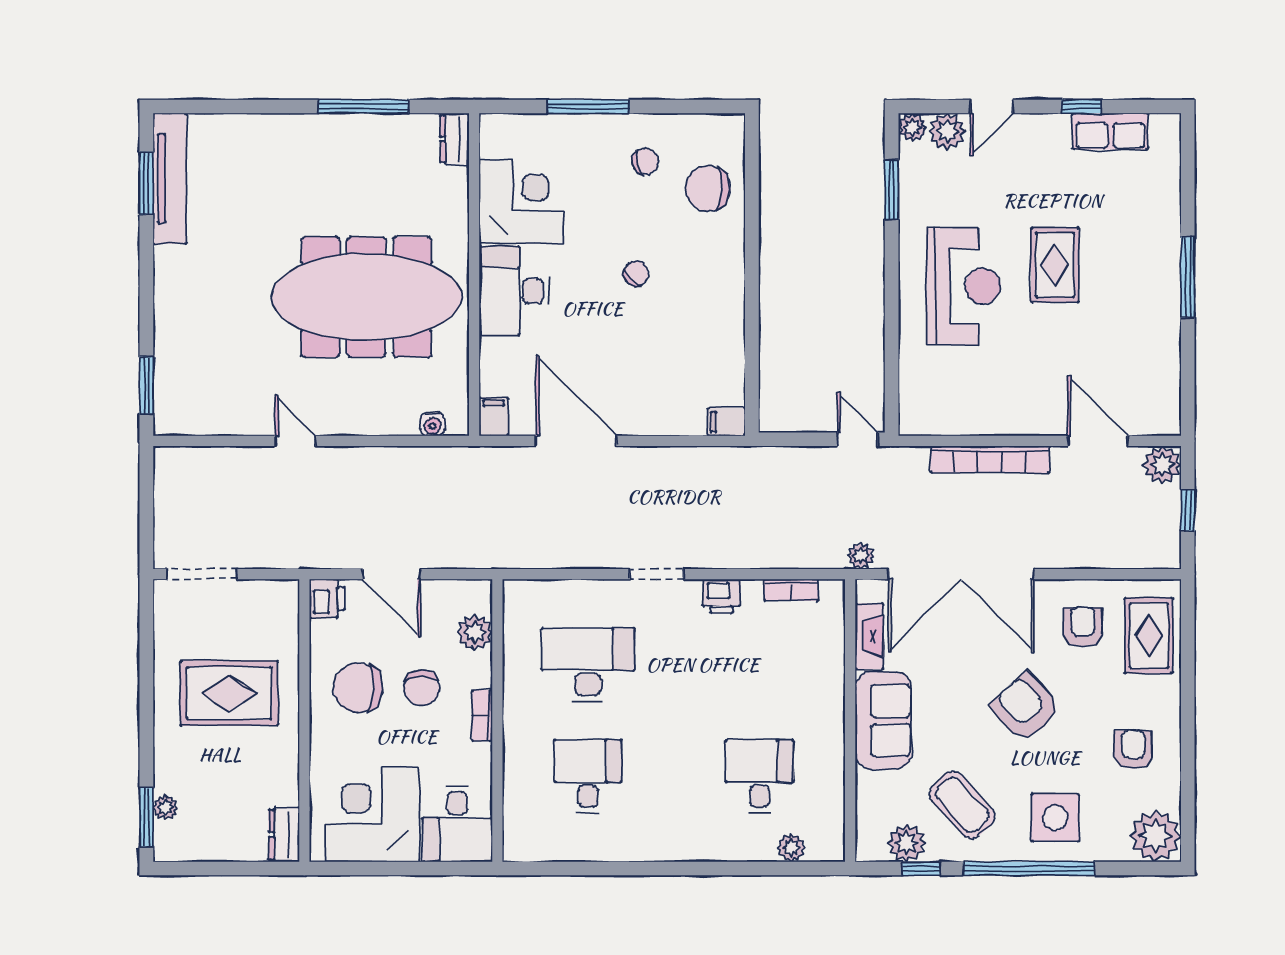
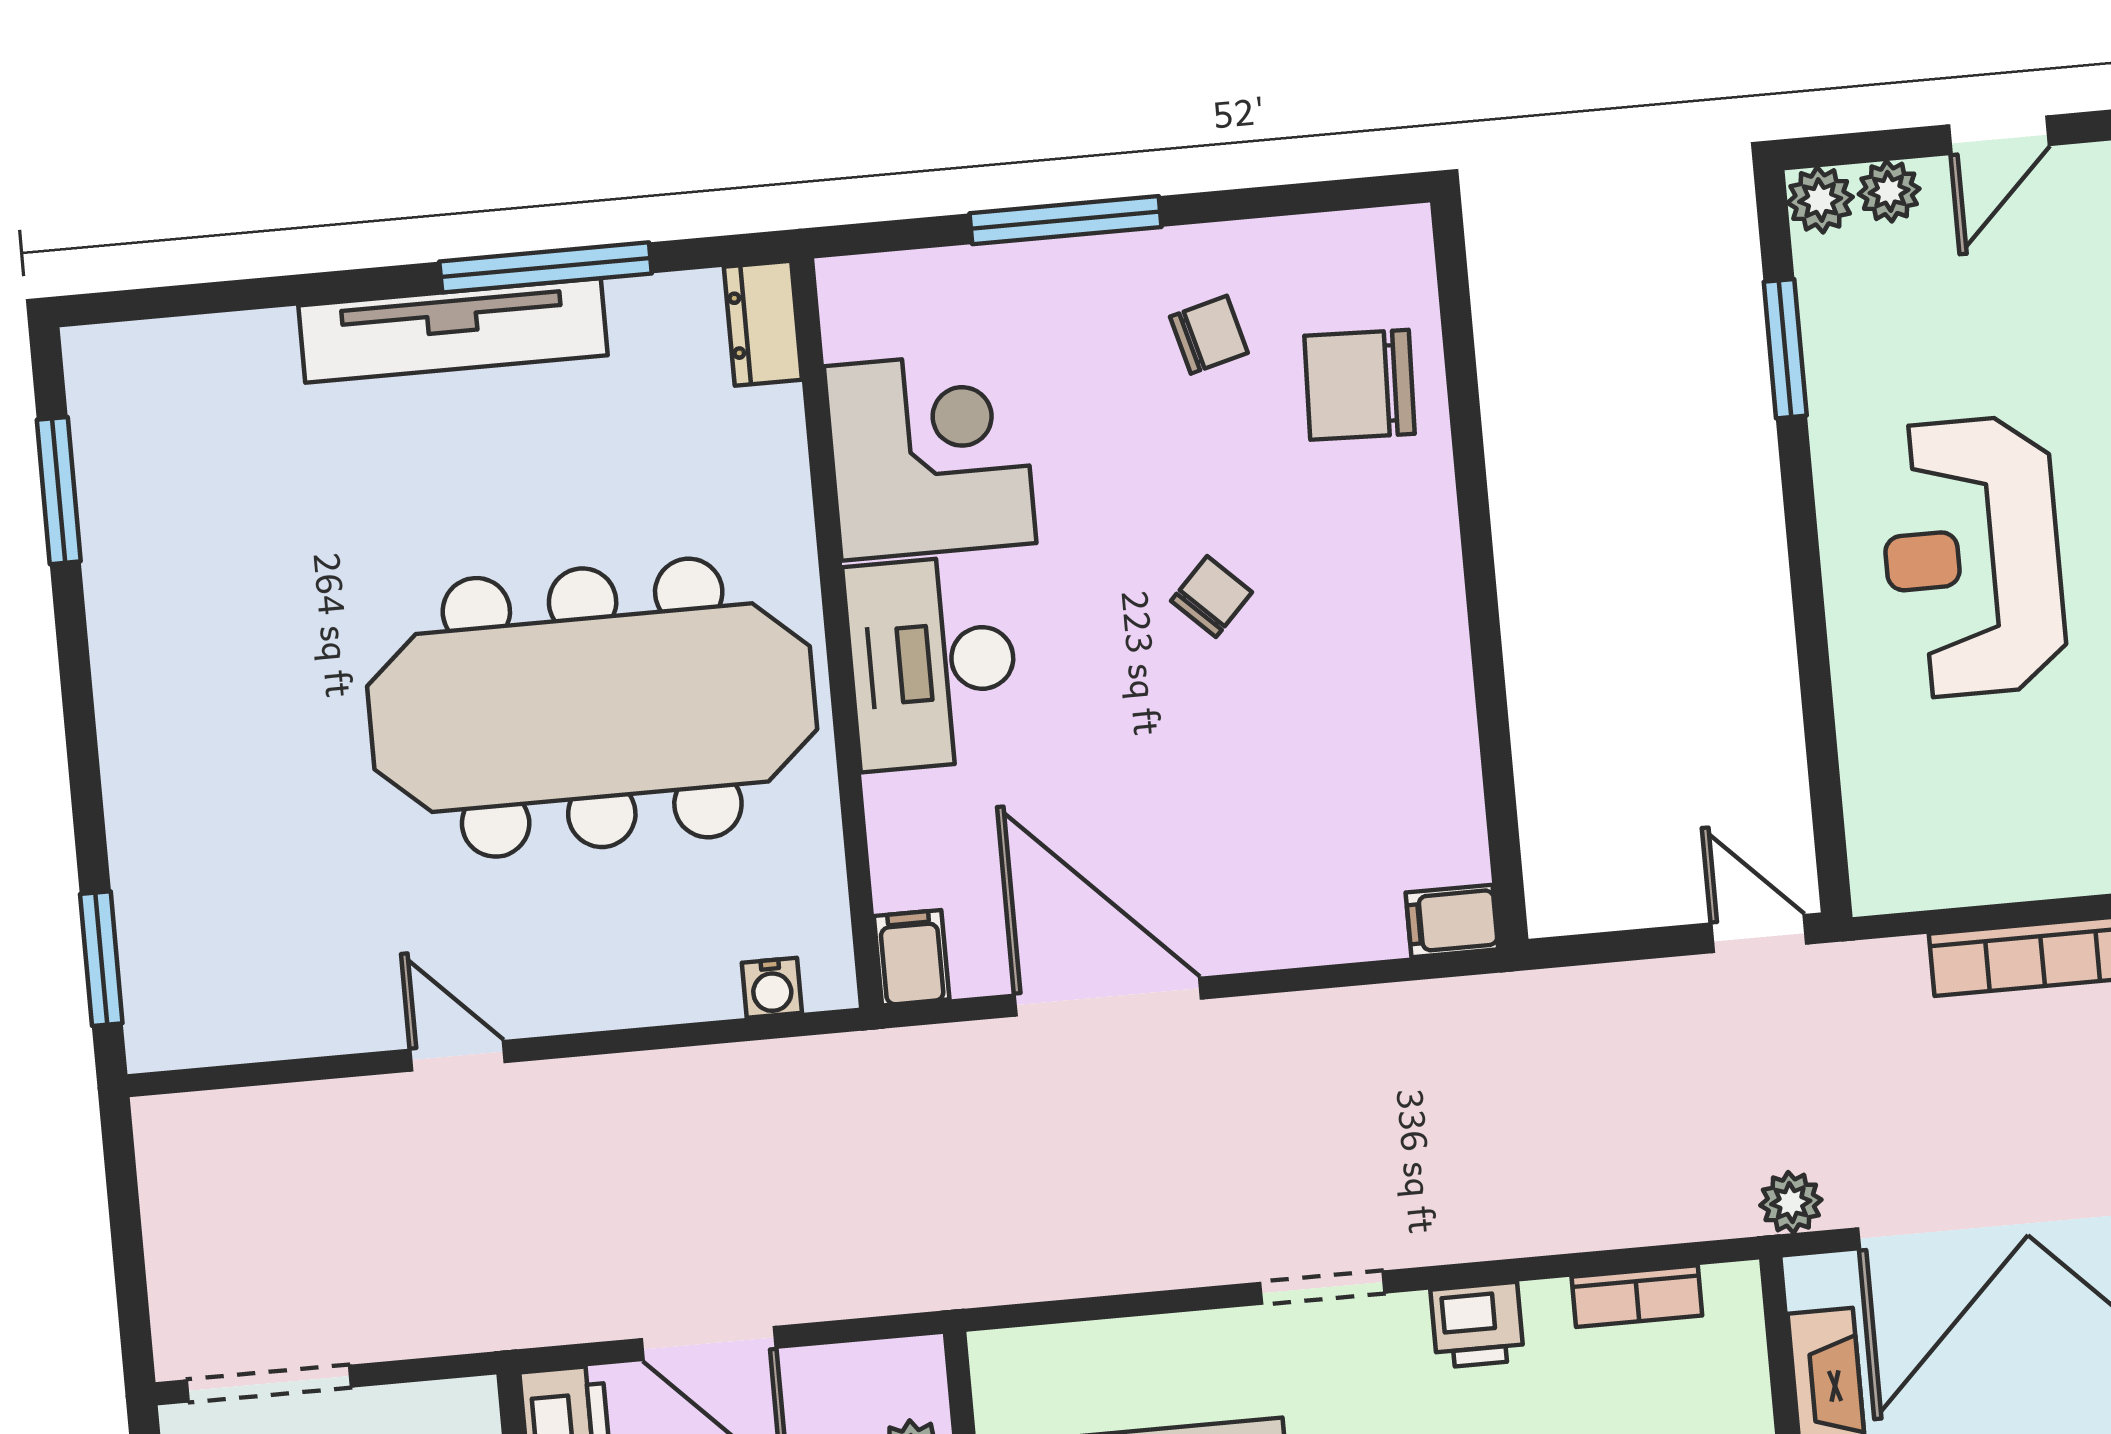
plant: (947, 131) -> (1889, 191), width x0.73, depth x0.73
tv unit: (170, 179) -> (453, 330), moved, turned 90
reception desk: (964, 286) -> (1972, 557), turned 180

